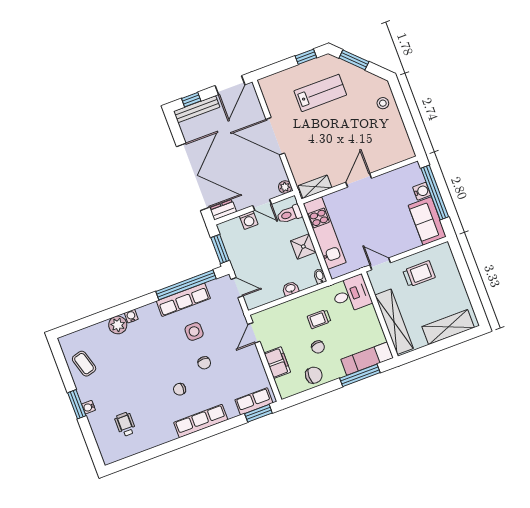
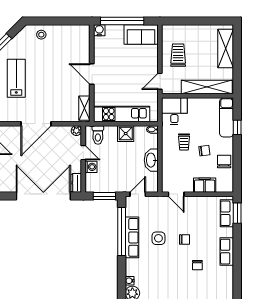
water cooler: (422, 191) -> (99, 30), moved
door: (262, 205) -> (83, 153), hinge flipped
washbasin: (290, 289) -> (151, 160), width x1.91, depth x1.45
window: (360, 375) -> (237, 127), width x0.46
row of seats: (201, 421) -> (227, 252), width x0.68

